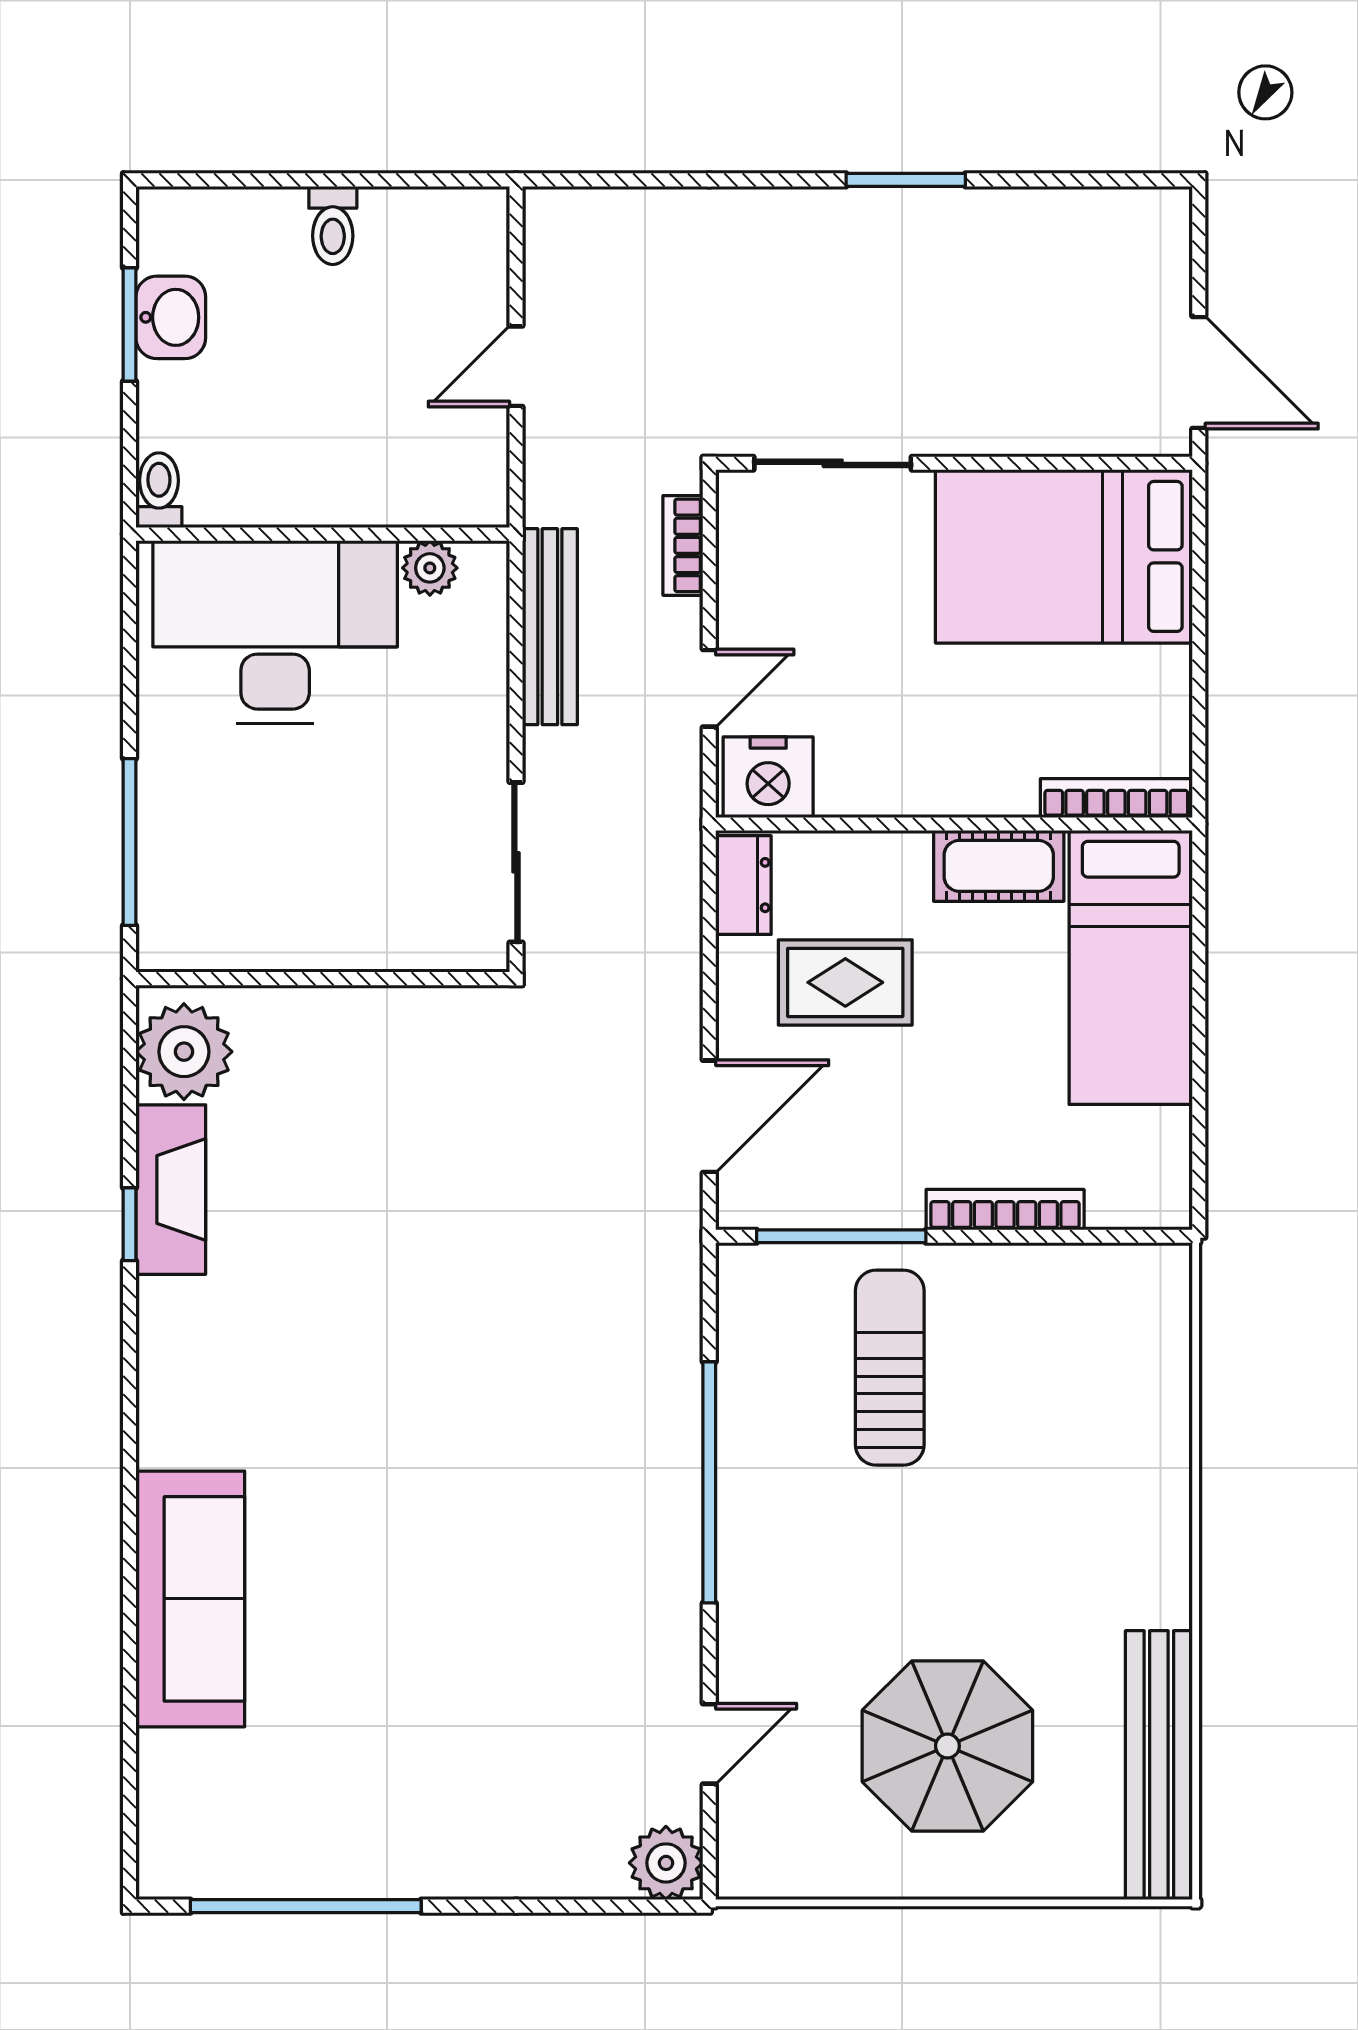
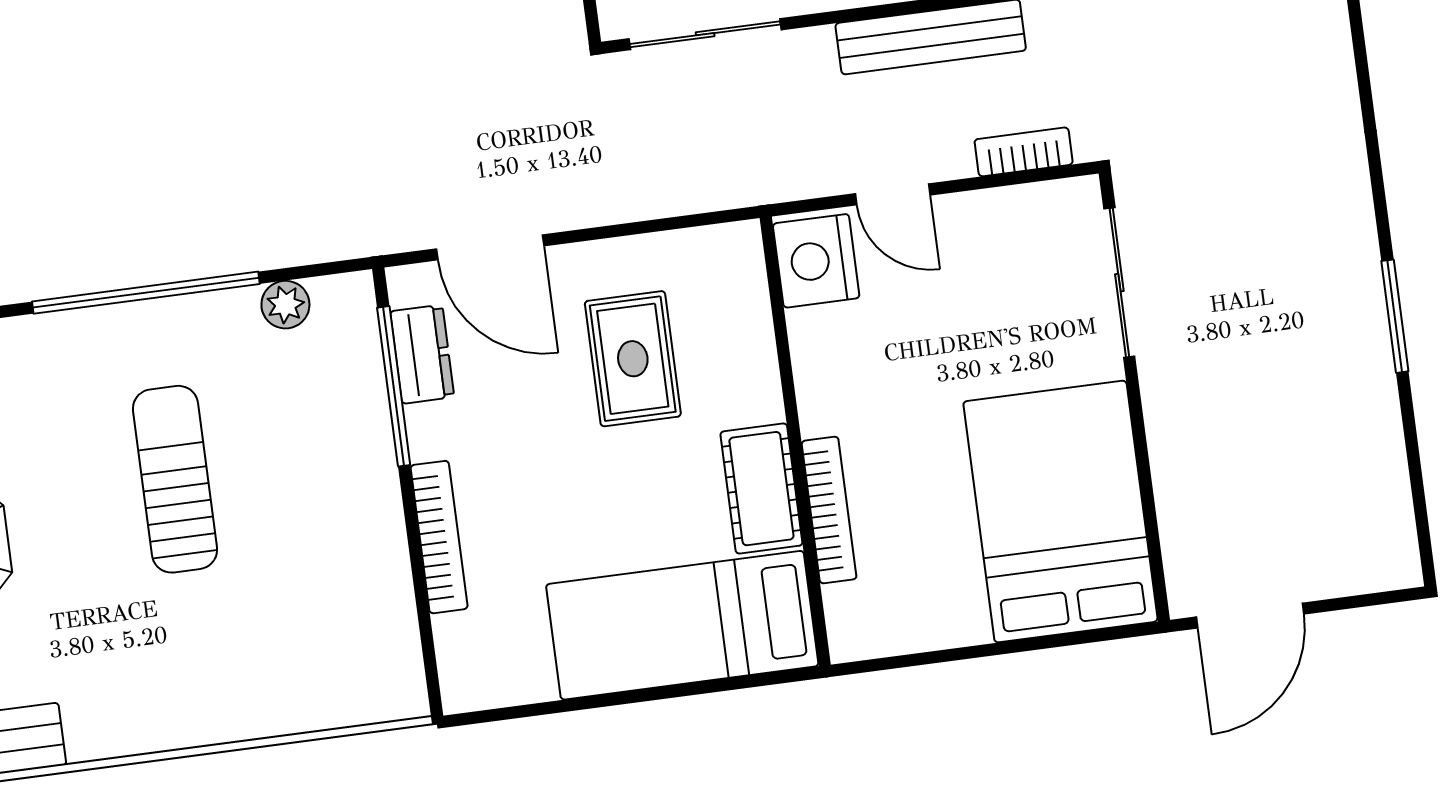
bookcase: (1116, 798) -> (829, 510), moved
dresser: (743, 885) -> (422, 354), moved, turned -90
plant: (741, 1338) -> (285, 305), added
sun lounger: (890, 1368) -> (175, 479), moved, turned -90

